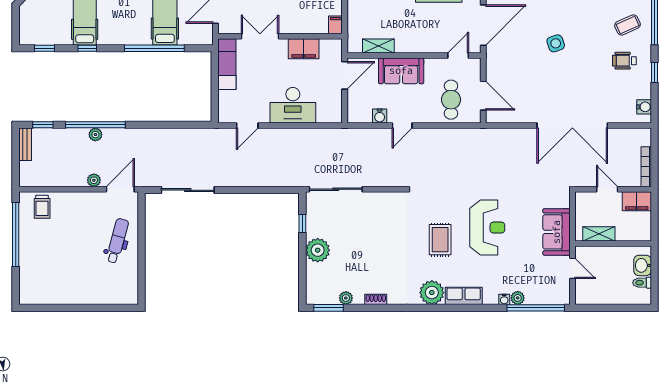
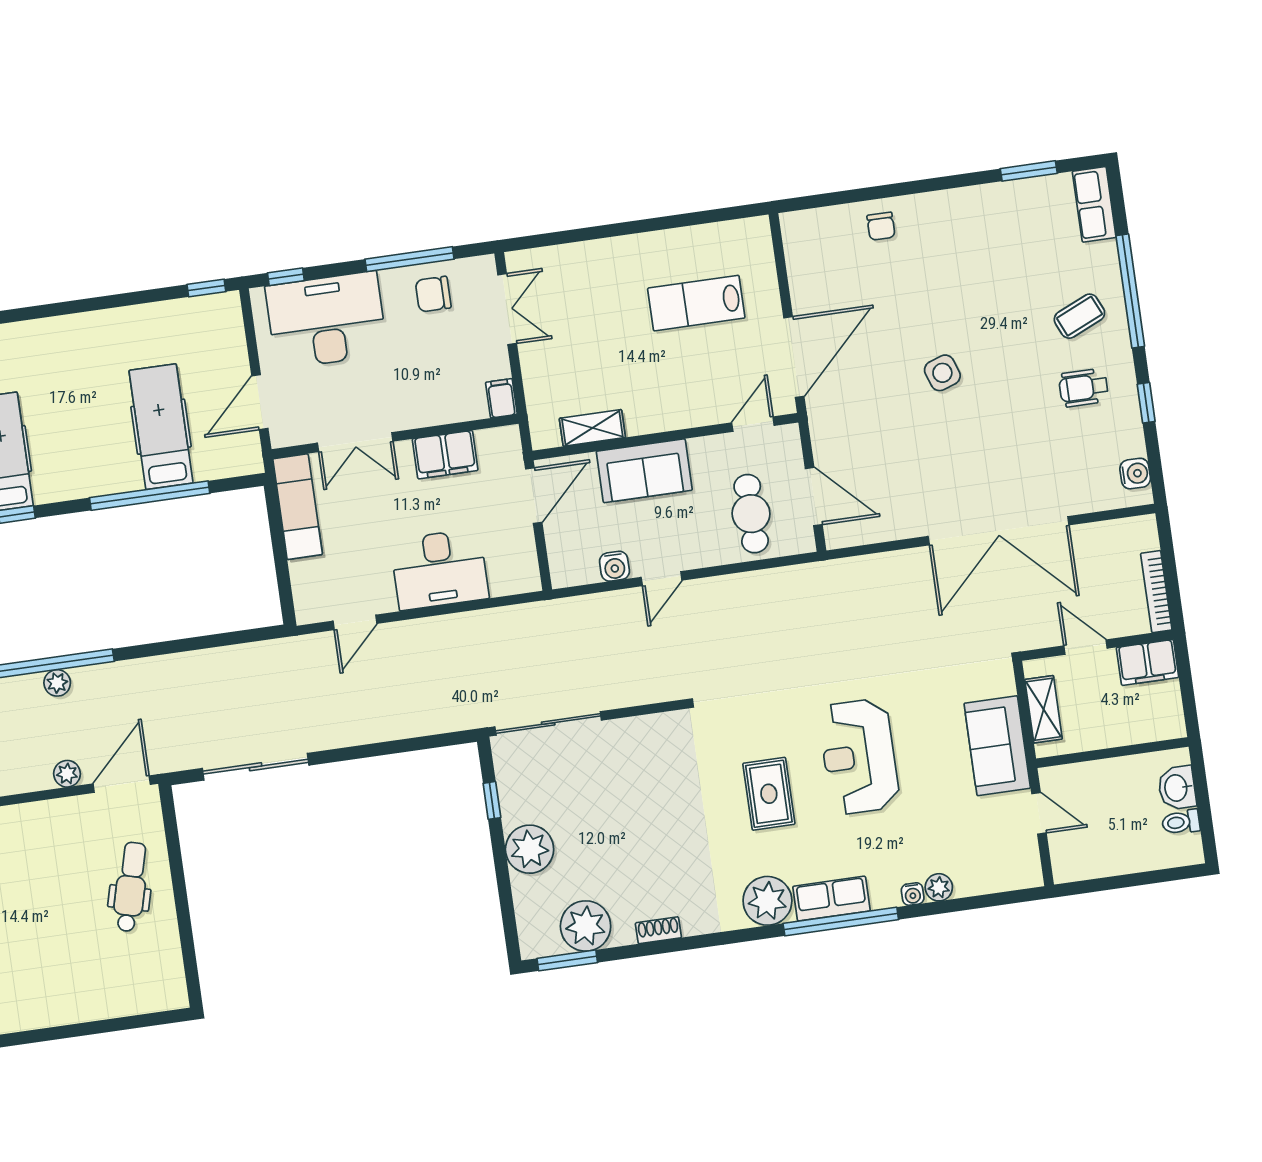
double door: (260, 36) -> (355, 442), swing flipped
reception desk: (487, 228) -> (859, 757), turned 180
shelving: (599, 234) -> (1044, 709), moved, turned 90
plant: (346, 298) -> (586, 926), width x1.88, depth x1.88
window: (536, 308) -> (841, 921), moved

